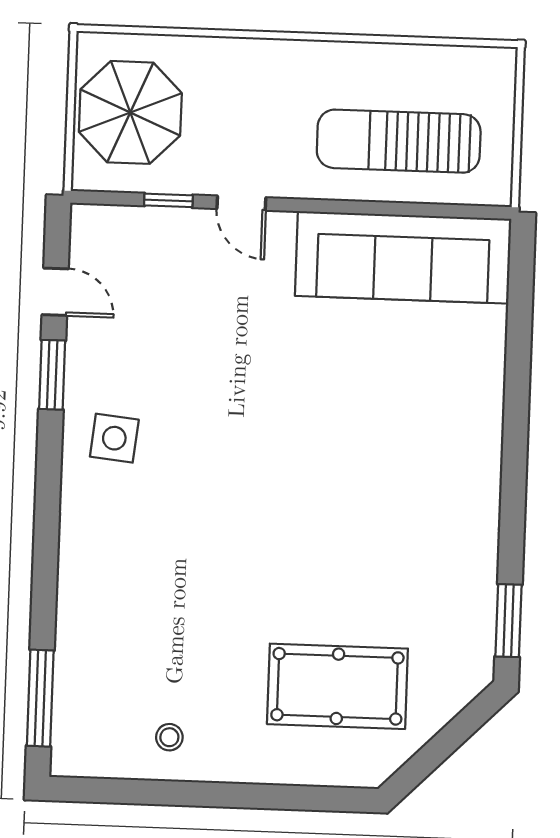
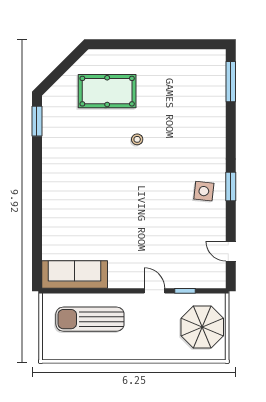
sun lounger: (399, 141) -> (90, 319), turned 180
sofa: (403, 257) -> (75, 275), width x0.74, depth x0.79
window: (52, 375) -> (231, 186), moved
stool: (169, 737) -> (137, 139), moved

